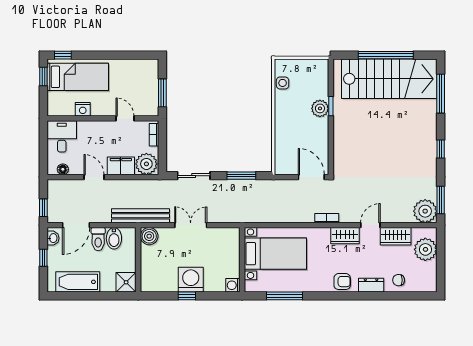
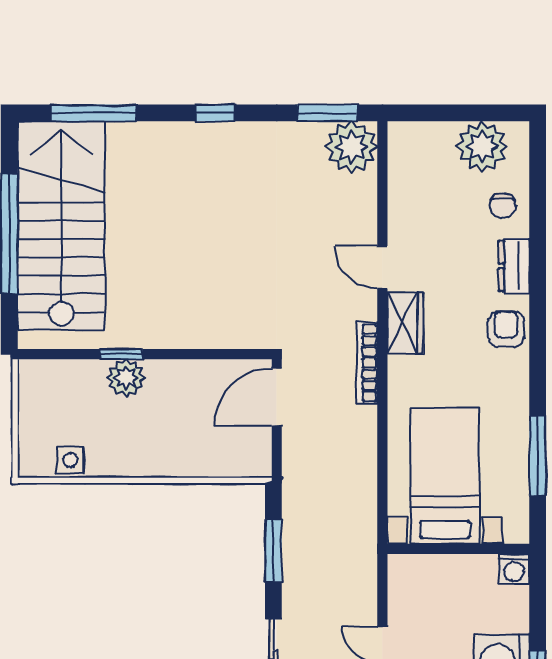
bookcase: (327, 218) -> (367, 363), width x1.56
wardrobe: (396, 236) -> (407, 212), removed
plant: (425, 249) -> (482, 146), moved

